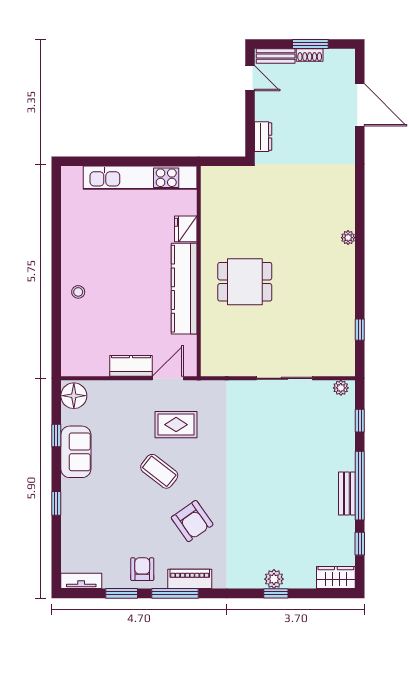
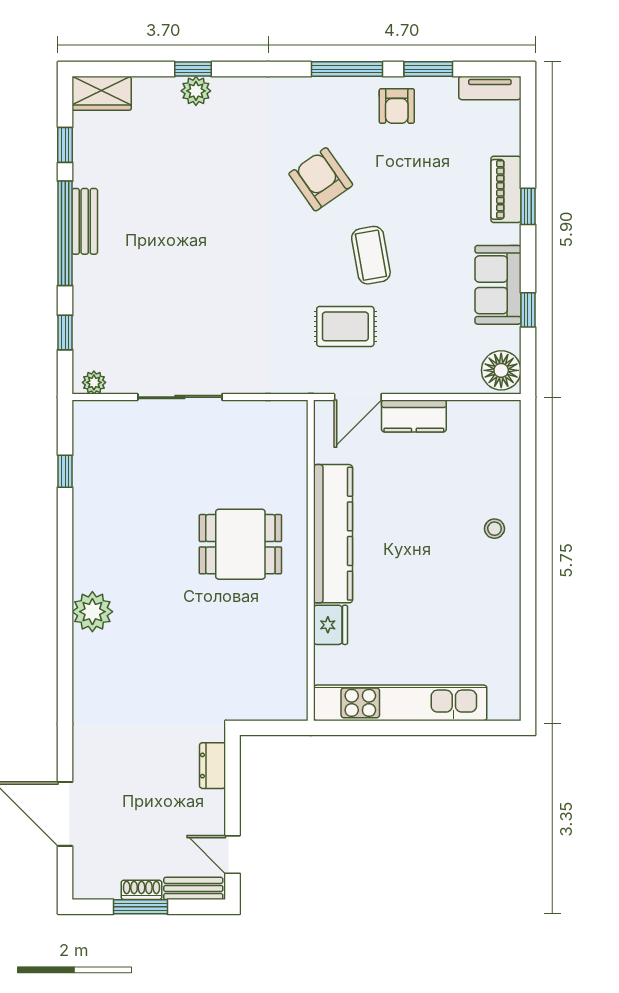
plant: (348, 238) -> (92, 612), width x1.88, depth x1.88
coffee table: (159, 471) -> (371, 255), turned 42
piano: (190, 579) -> (506, 189), moved, turned 90

